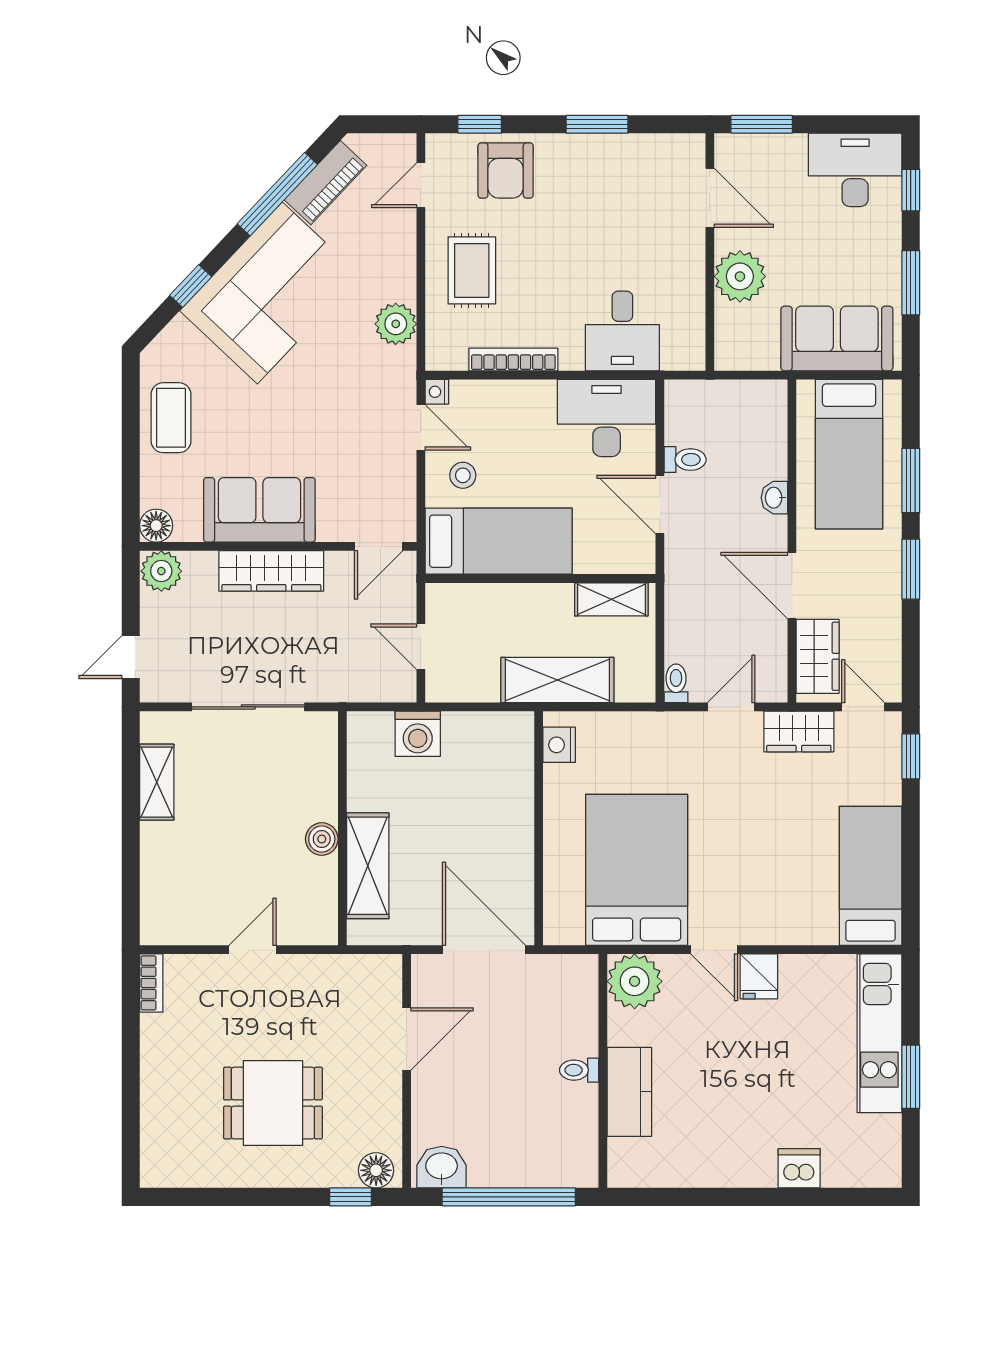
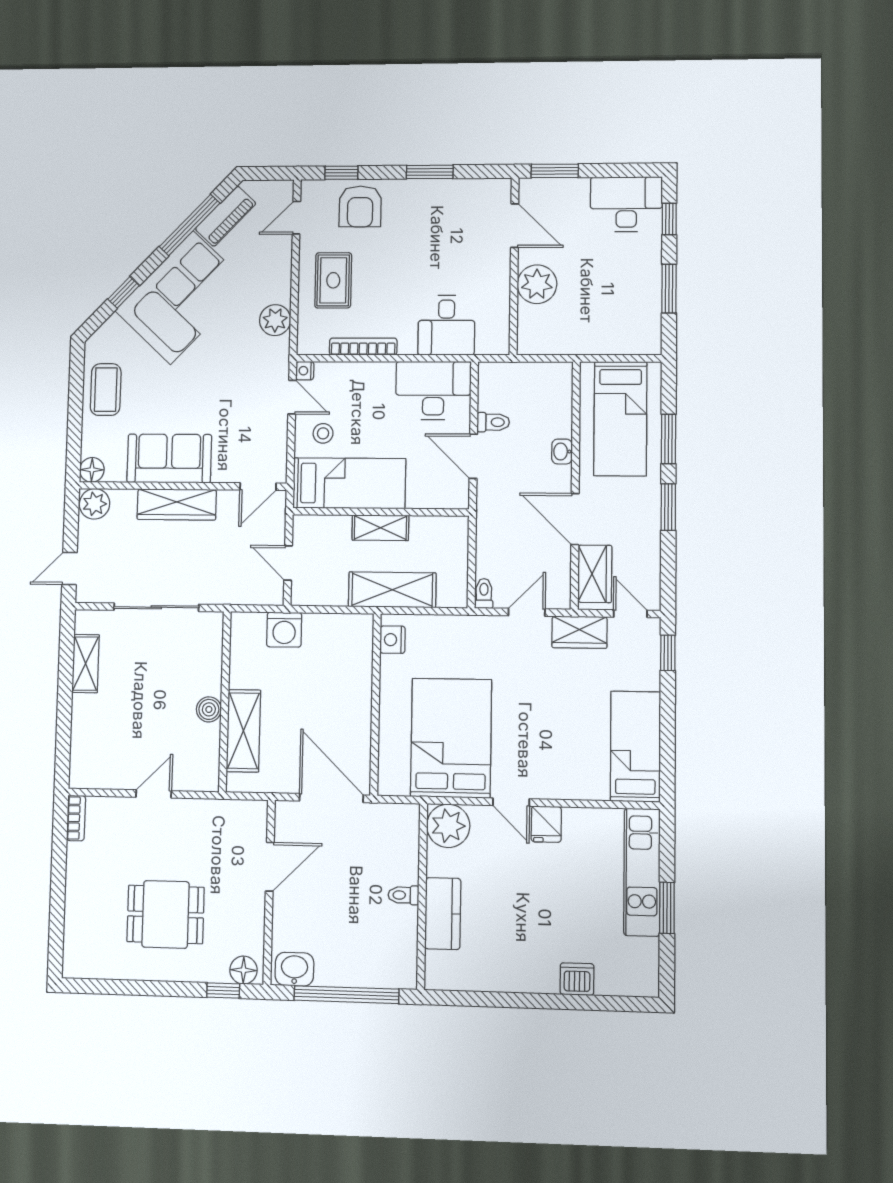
sofa: (837, 339) -> (611, 331), removed
shelving: (611, 599) -> (380, 528), moved

